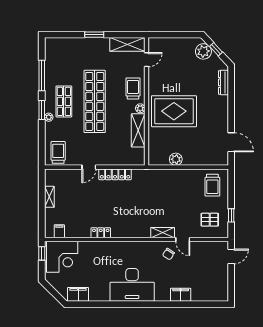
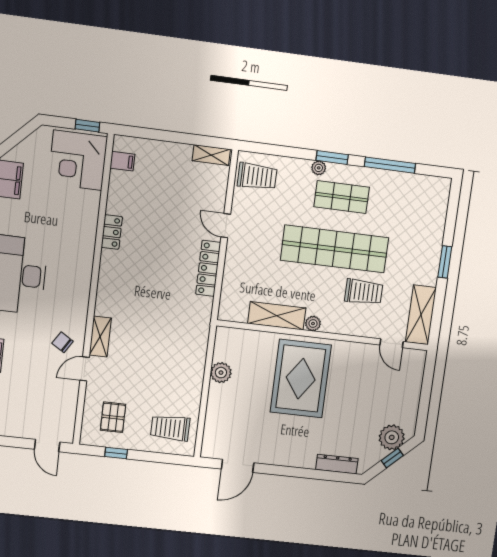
trolley: (133, 88) -> (364, 292), moved
shelving: (49, 197) -> (211, 155), moved

